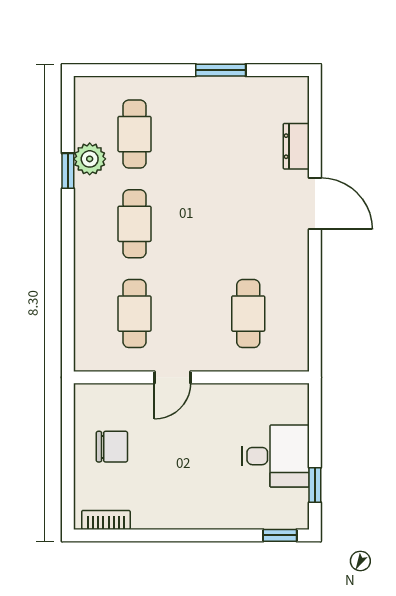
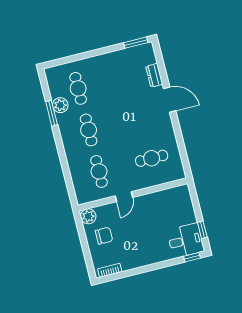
window: (221, 70) -> (136, 43), moved
window: (68, 171) -> (52, 113), width x1.50
cafe table: (248, 314) -> (152, 158), turned 90
plant: (90, 399) -> (88, 216), added
desk: (275, 456) -> (186, 241), moved

